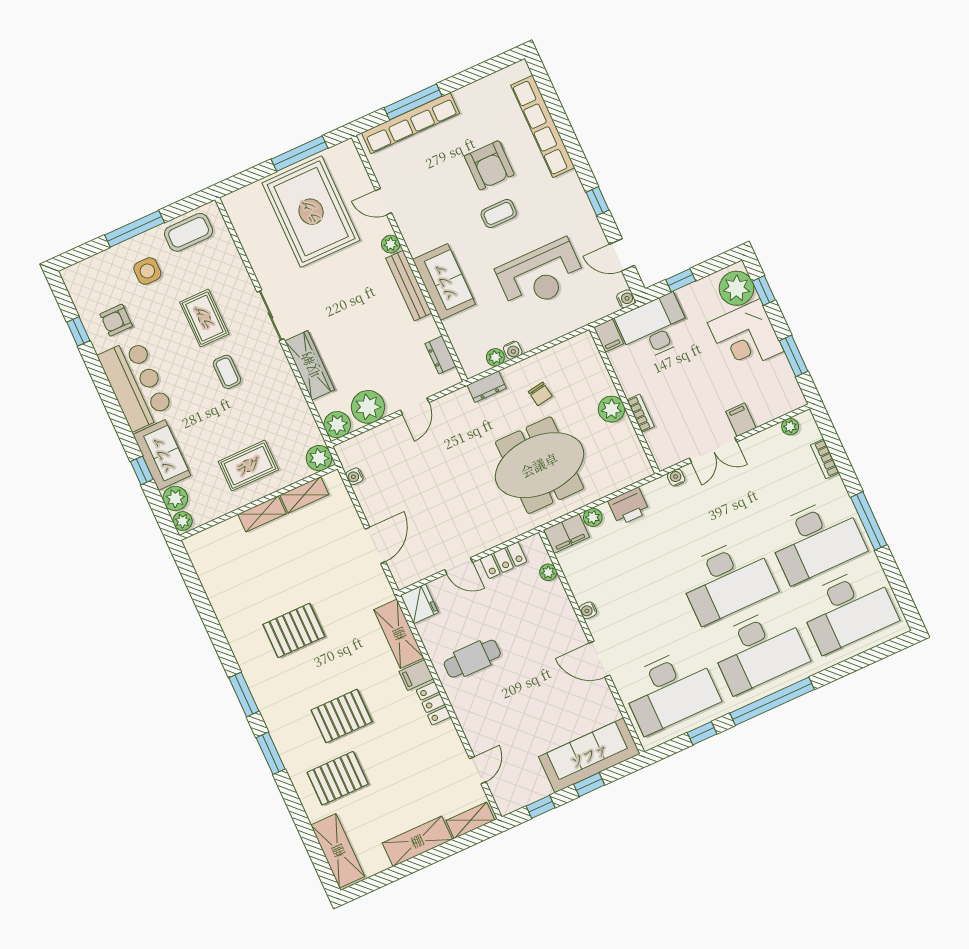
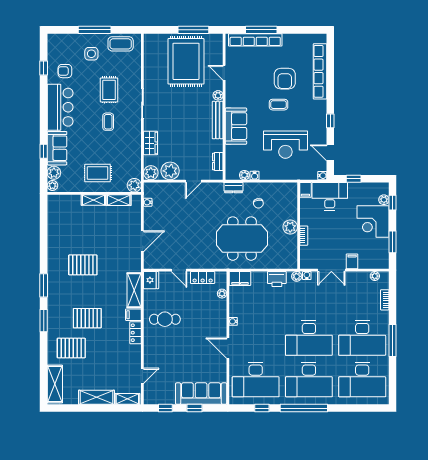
plant: (737, 288) -> (384, 200), width x0.53, depth x0.53
wardrobe: (310, 365) -> (151, 143), width x0.67
plant: (593, 517) -> (297, 276), moved

